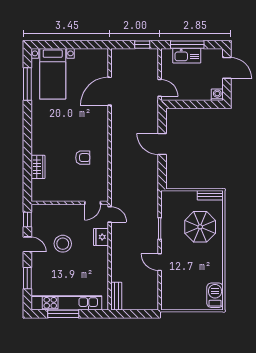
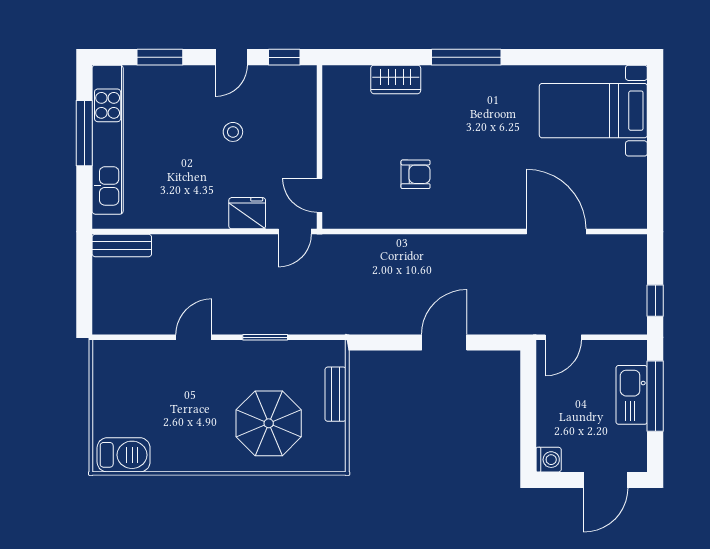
window: (27, 84) -> (466, 57), moved
armchair: (83, 158) -> (416, 174), turned -90
bench: (210, 195) -> (336, 394), moved
stool: (63, 244) -> (233, 132), width x0.53, depth x0.53

